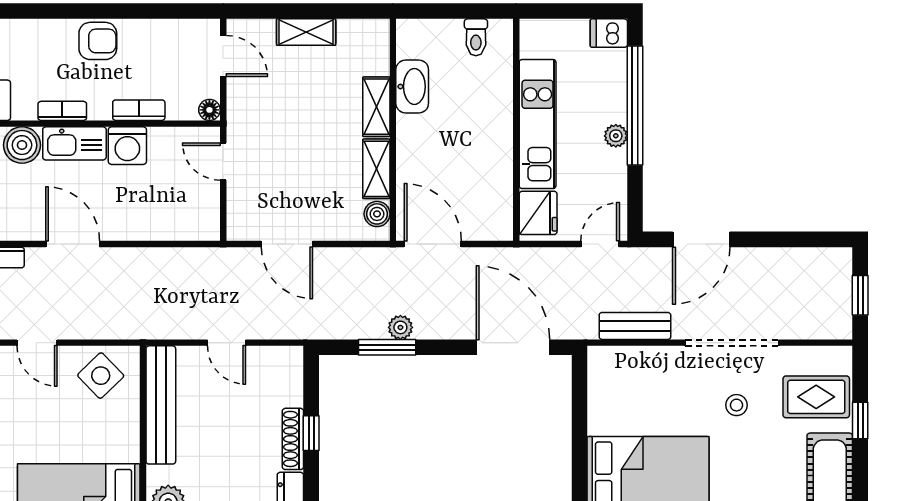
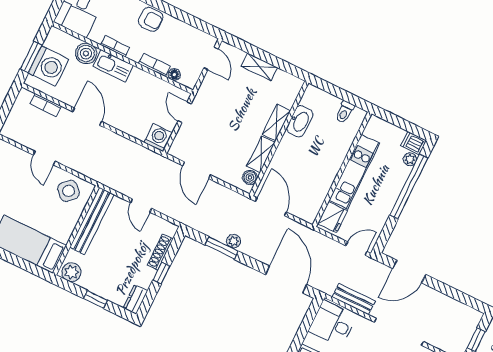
floor lamp: (209, 110) -> (174, 75), moved
plant: (616, 136) -> (410, 159), moved
washing machine: (127, 146) -> (158, 138), moved, turned 180
desk: (621, 381) -> (333, 324), added
shoe rack: (293, 439) -> (160, 252), moved

